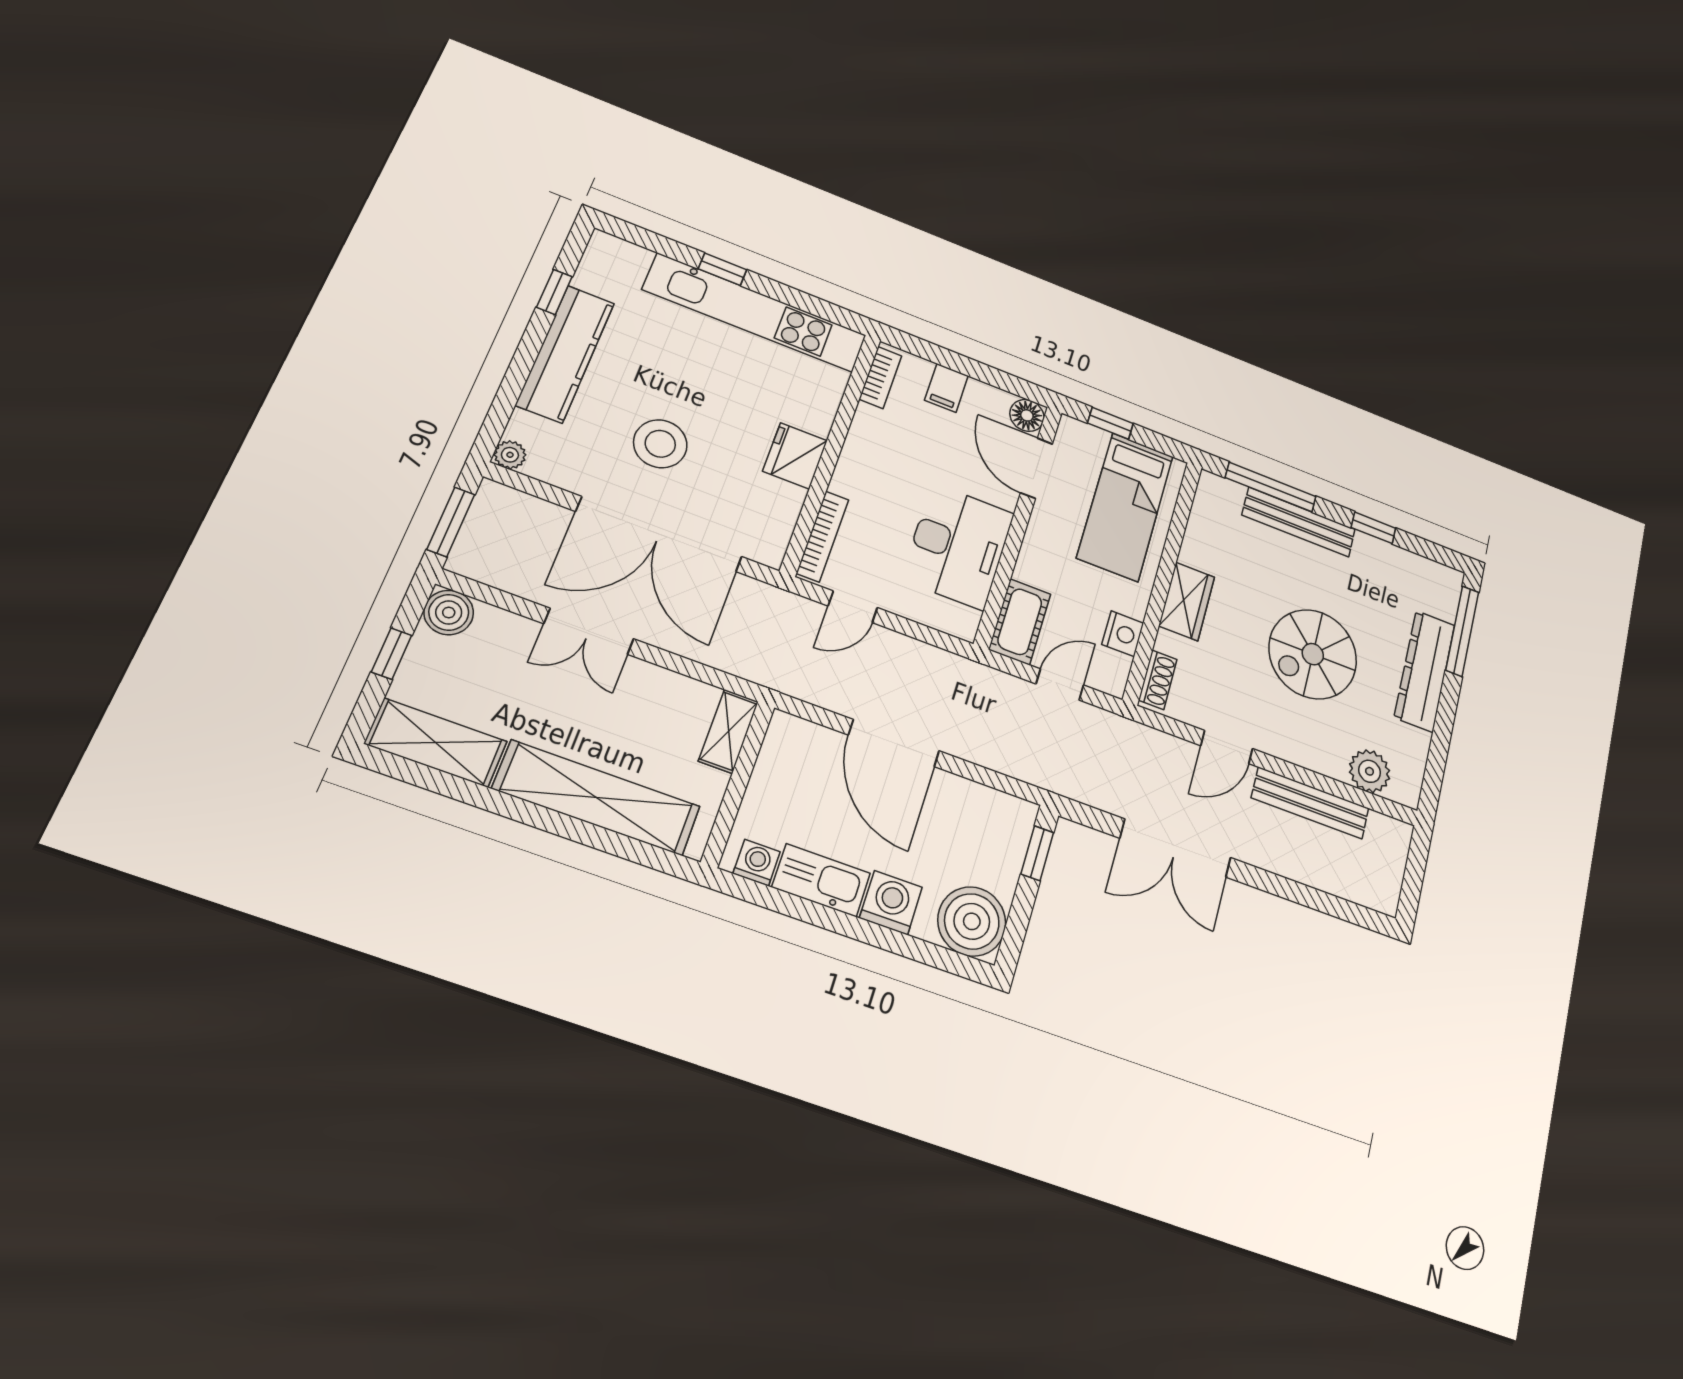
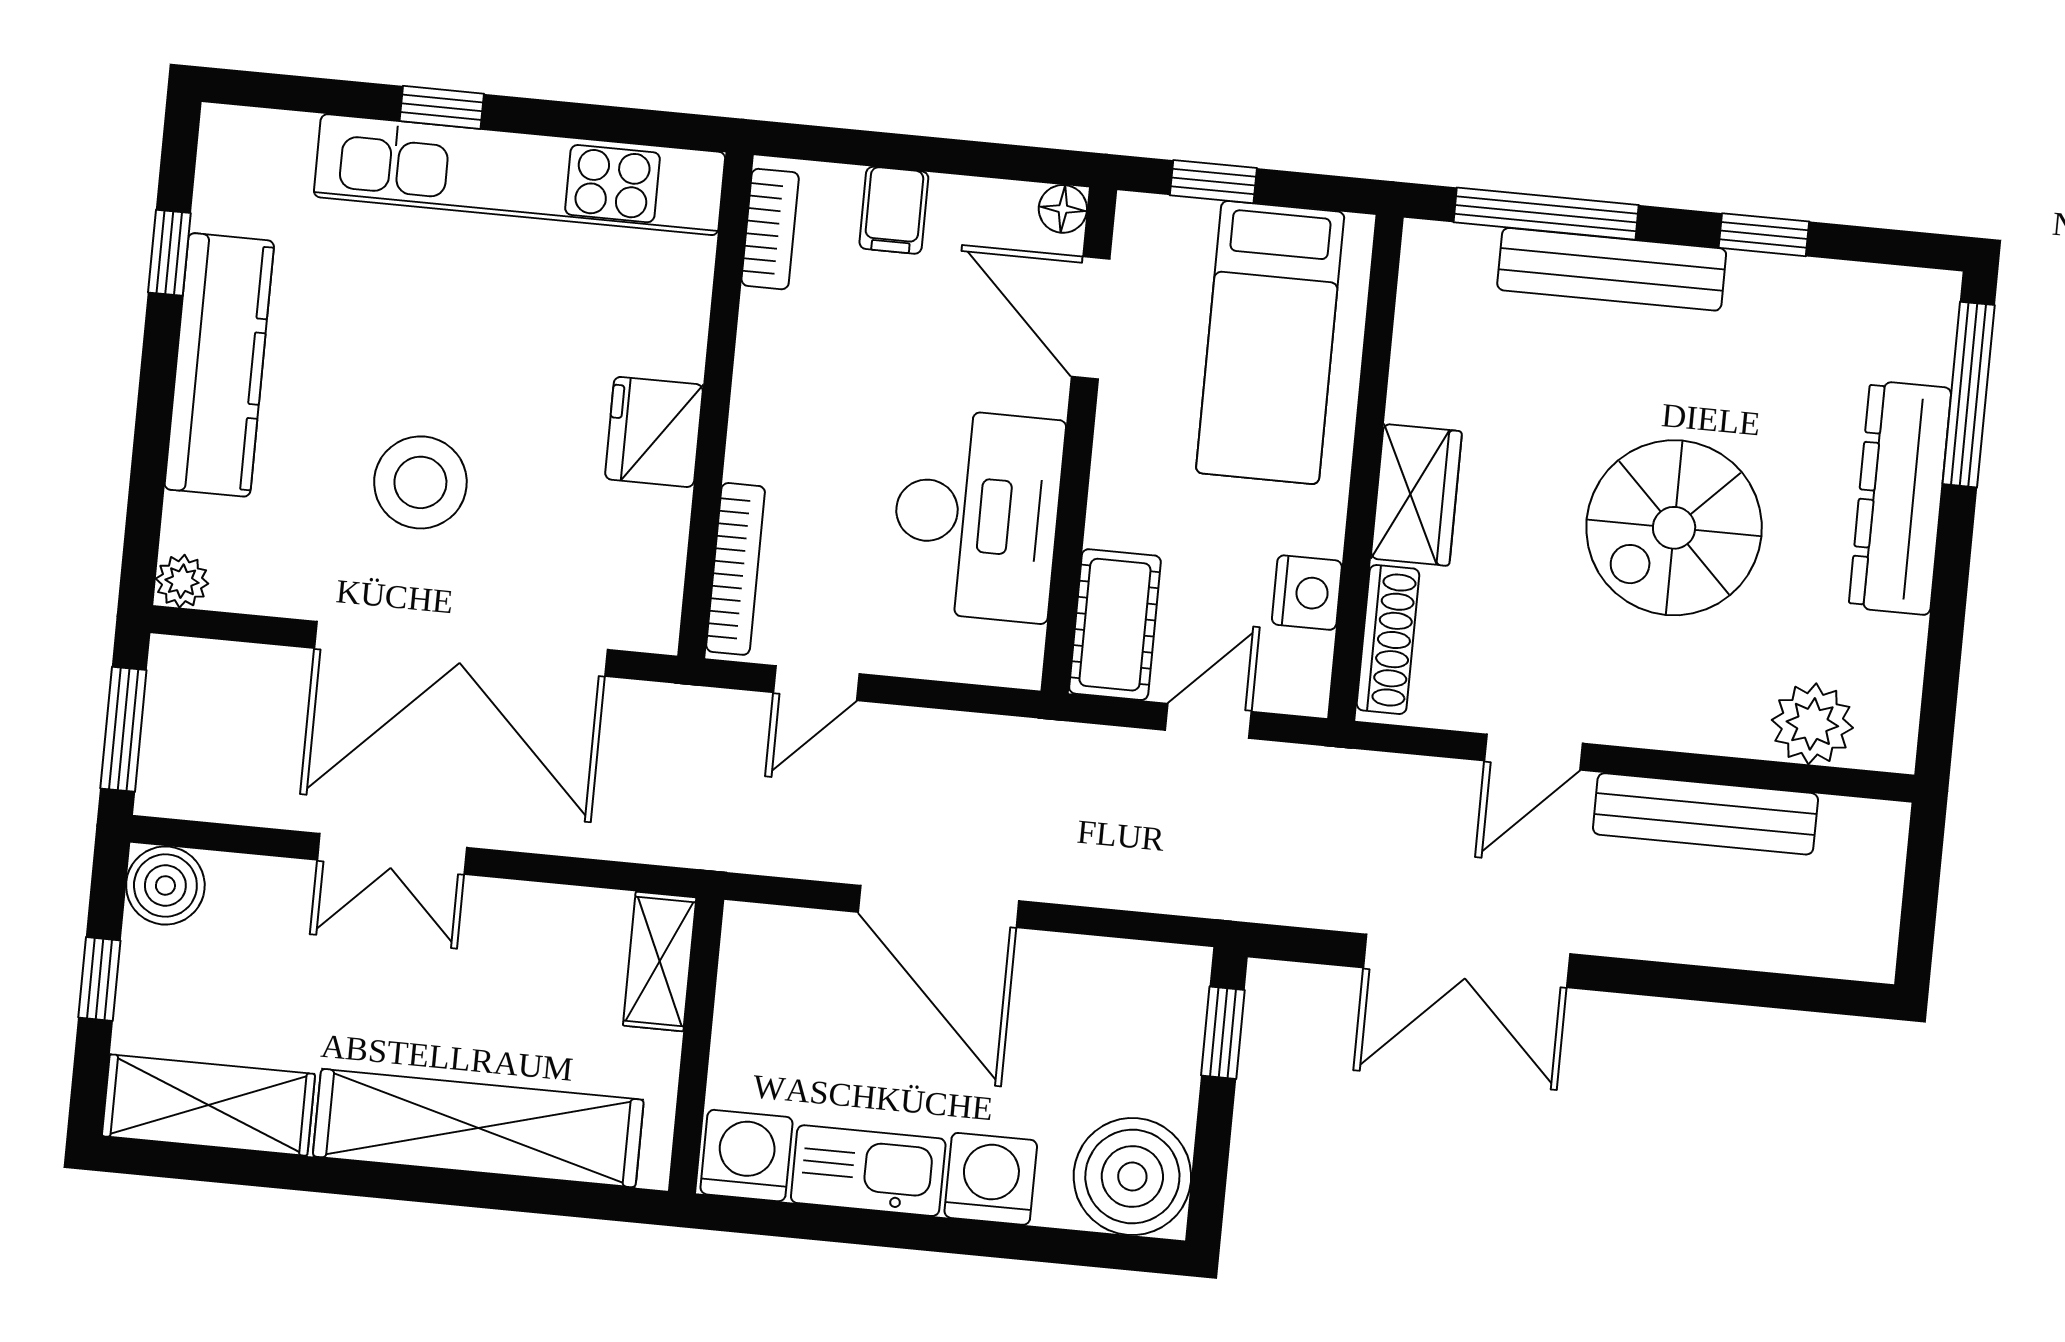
floor lamp: (1027, 415) -> (1063, 209), width x0.73, depth x0.73
shoe rack: (1158, 680) -> (1388, 639), width x1.43
washing machine: (757, 863) -> (746, 1156), width x1.38, depth x1.38

